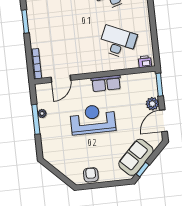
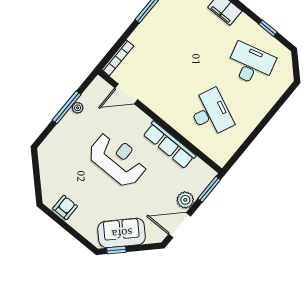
printer: (145, 62) -> (217, 155), removed
row of seats: (106, 83) -> (169, 145), width x1.48

